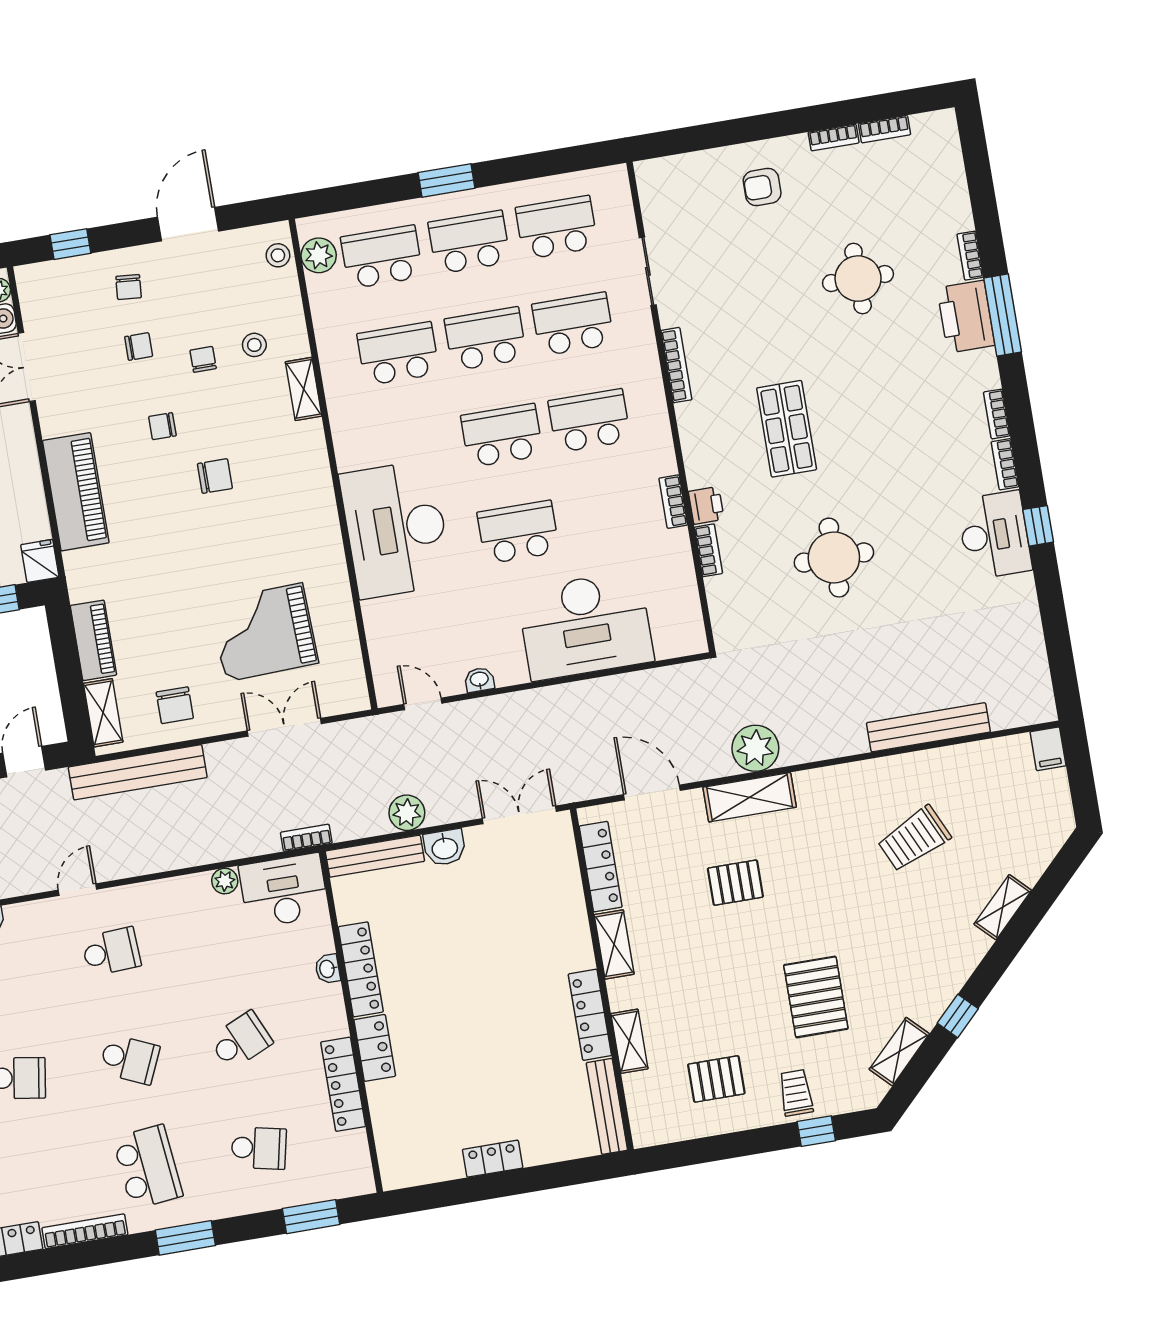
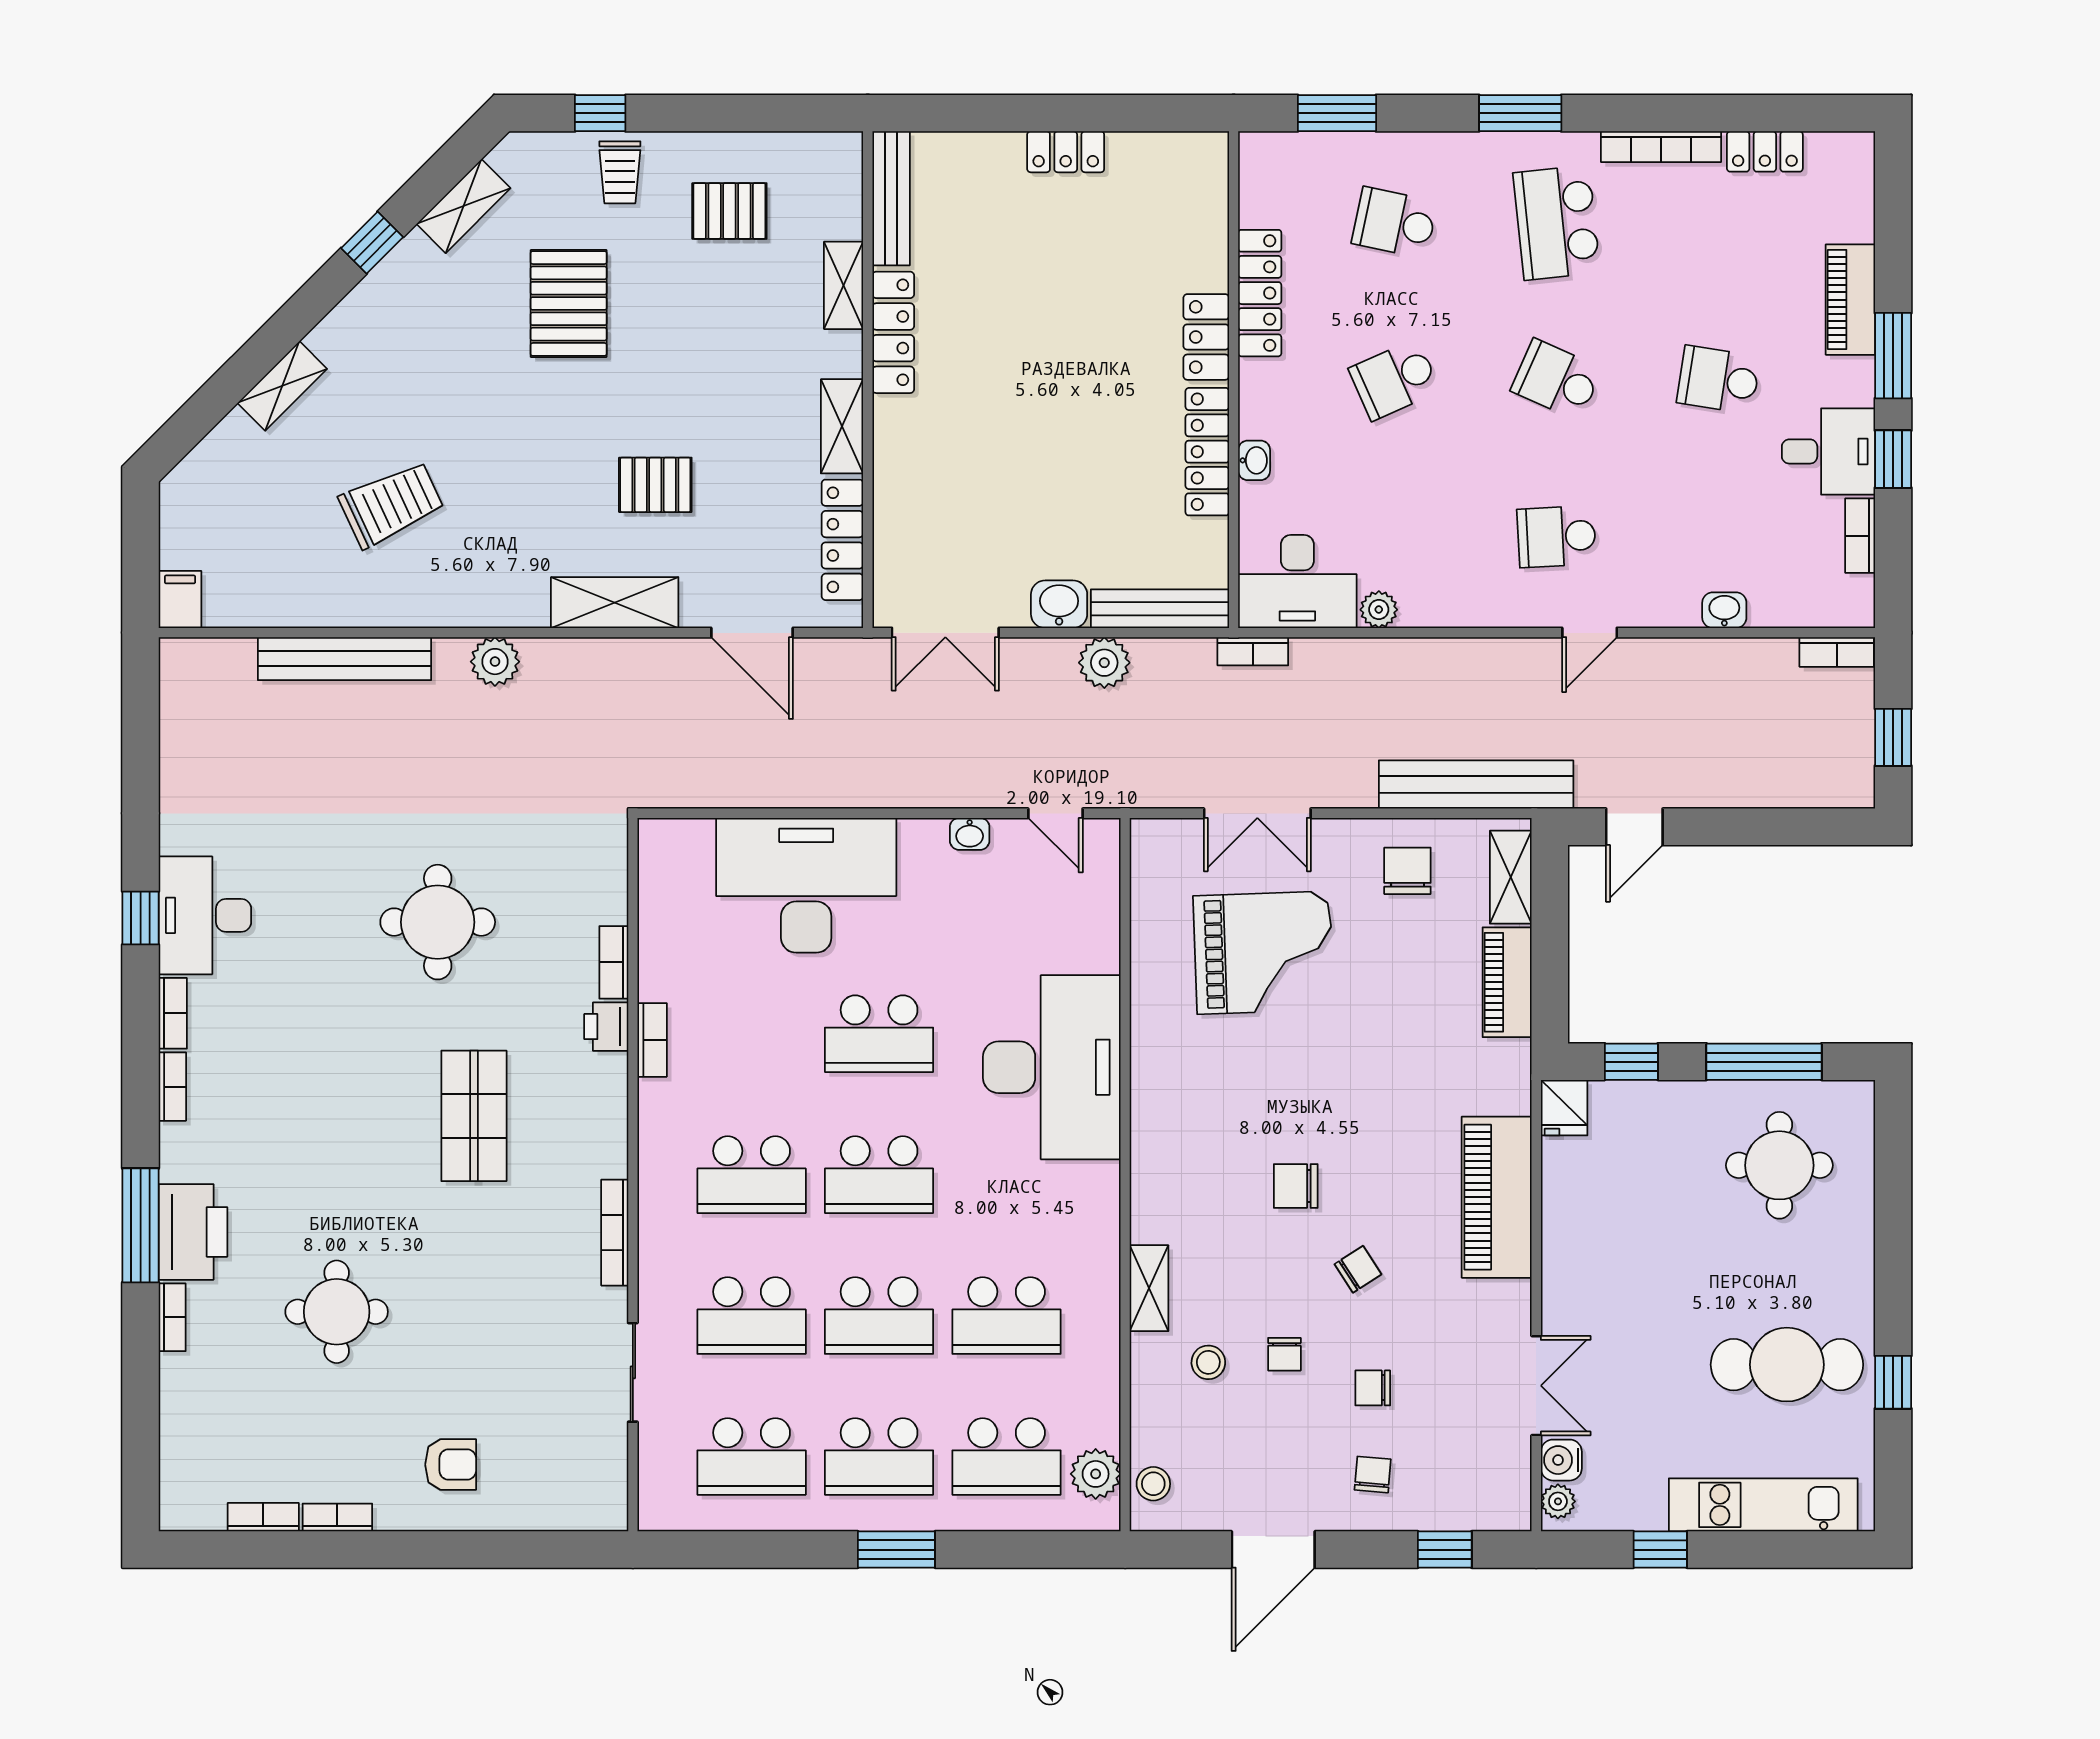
chair: (162, 426) -> (1358, 1269), turned -33
plant: (755, 748) -> (495, 662), moved, width x0.73, depth x0.73

